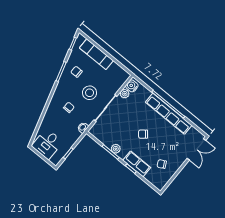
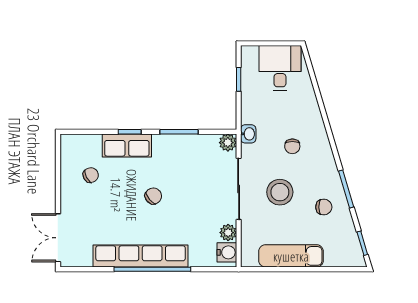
exam couch: (96, 54) -> (291, 256), moved
plant: (116, 149) -> (228, 143), moved

